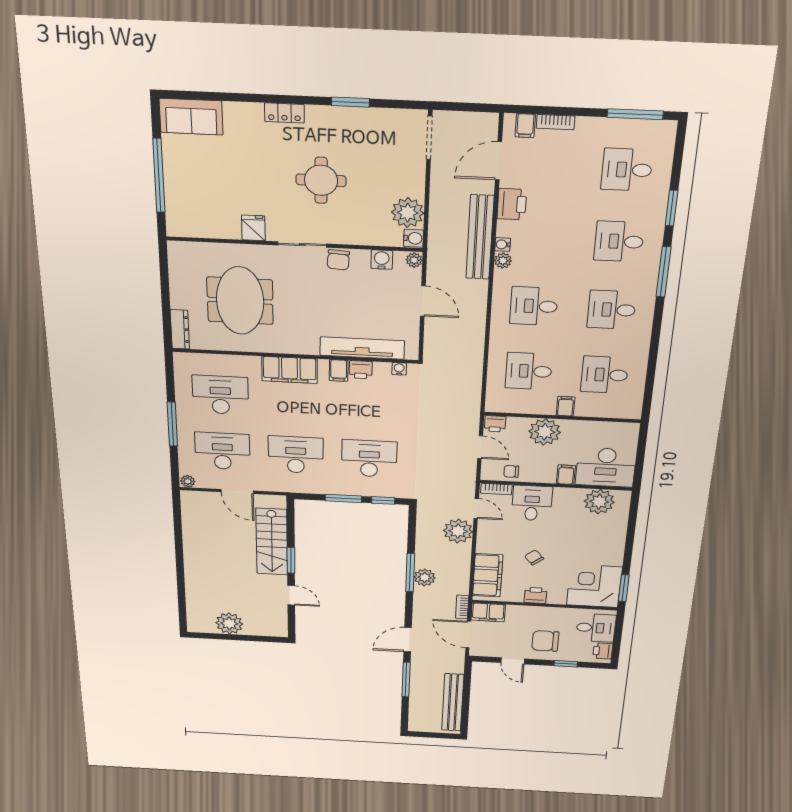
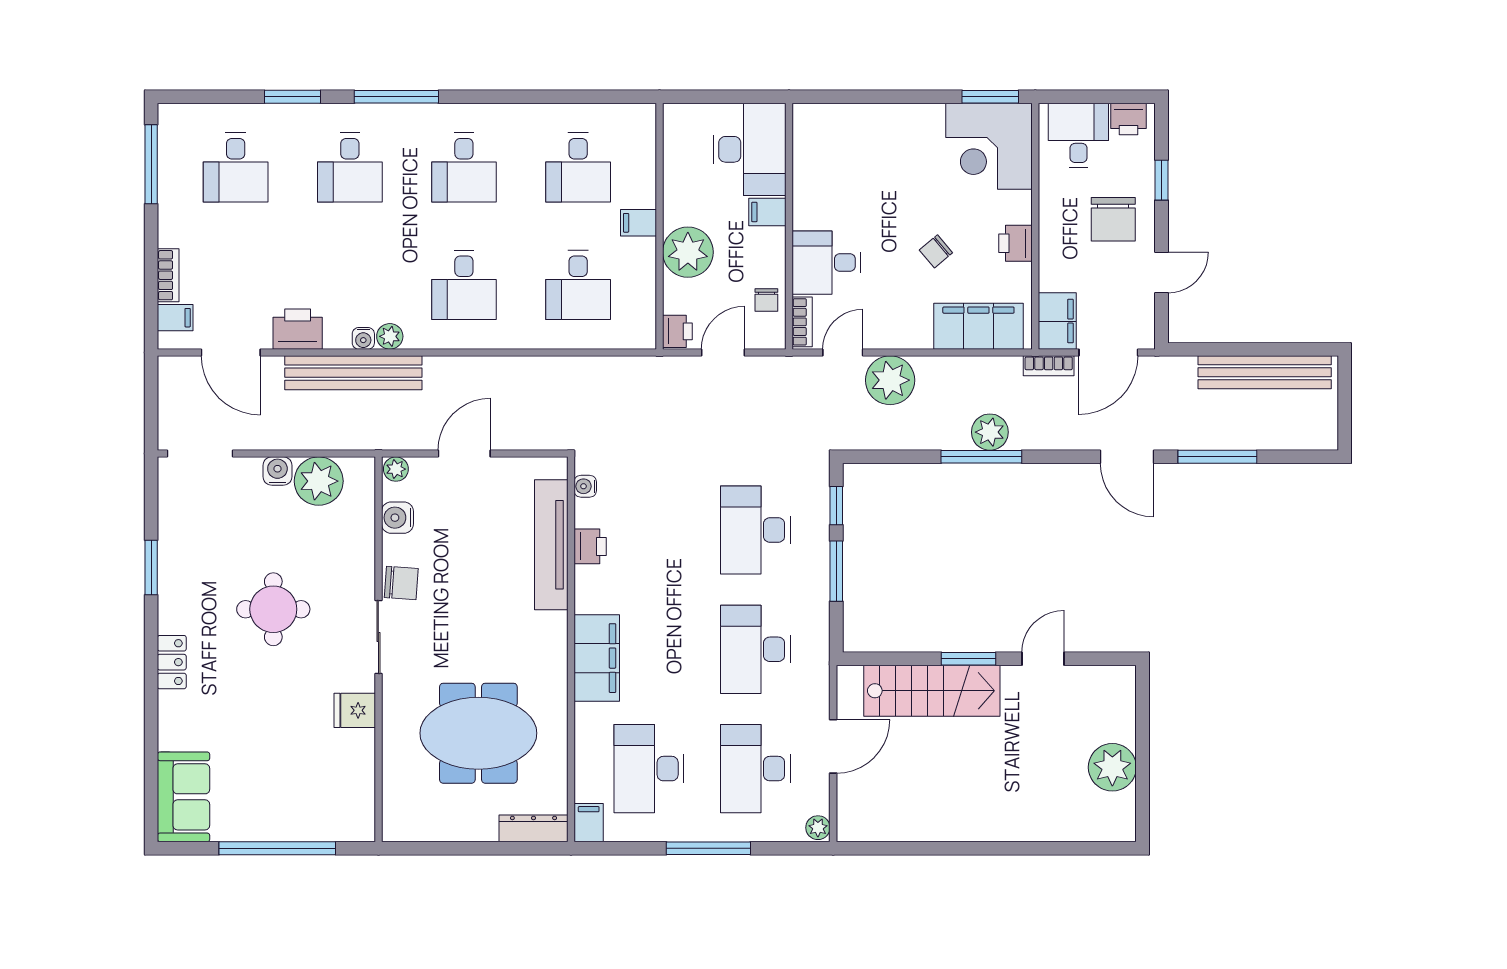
water cooler: (414, 238) -> (277, 471), moved
filing cabinet: (339, 370) -> (589, 823), moved, turned -90
plant: (599, 502) -> (817, 154), removed

